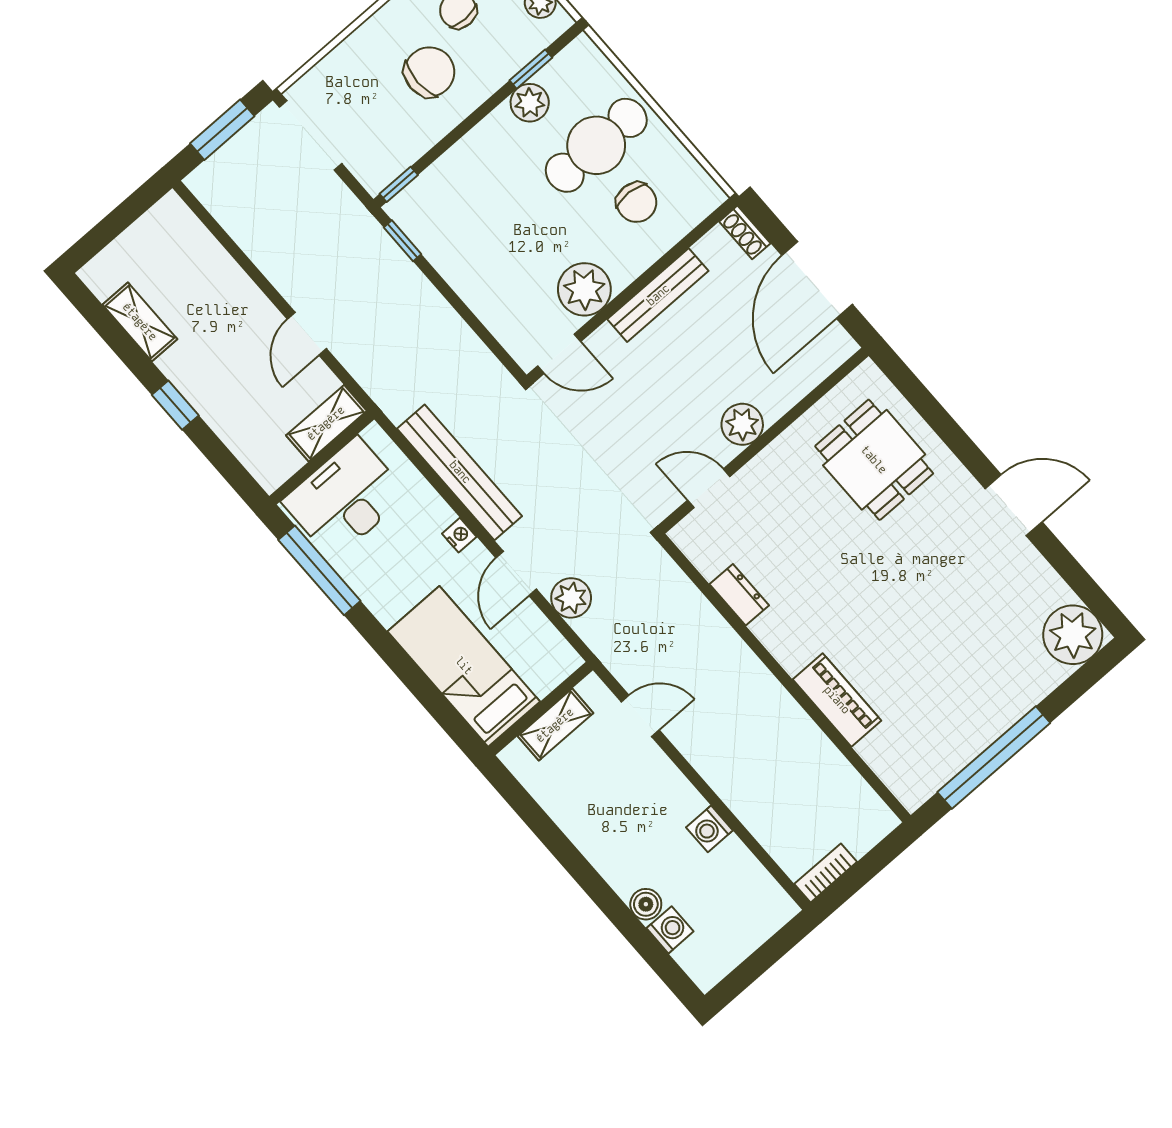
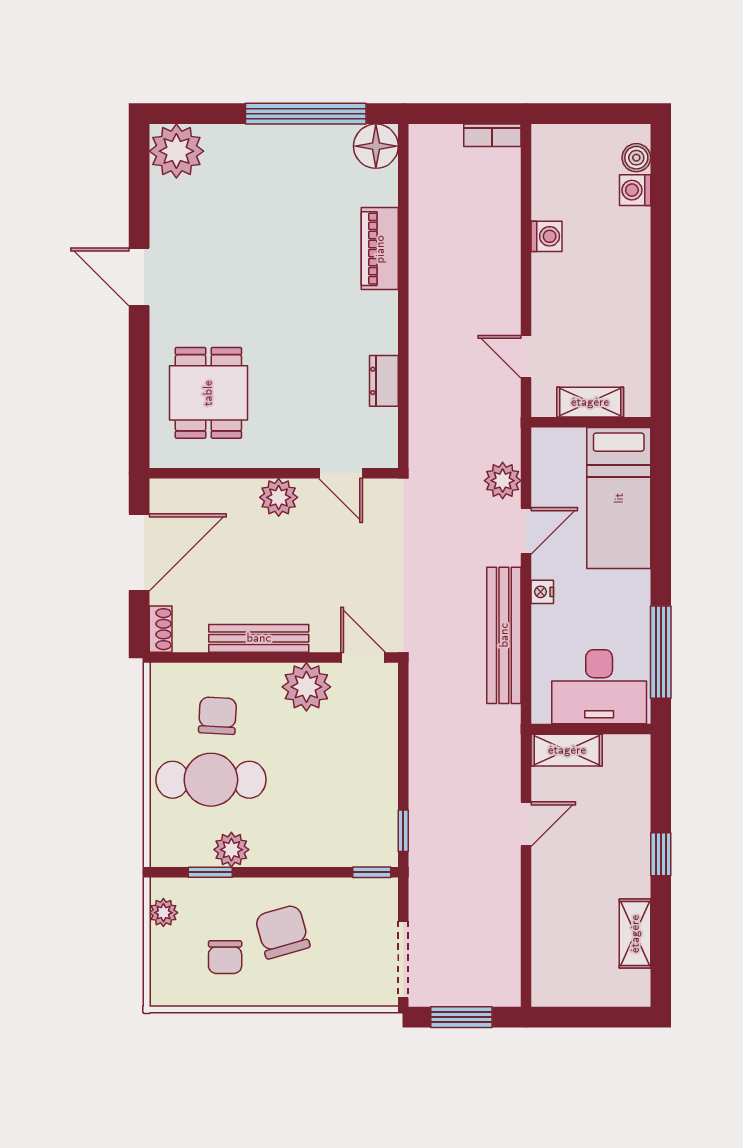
chair: (429, 72) -> (282, 932), turned 74
floor lamp: (913, 781) -> (376, 146), added
boiler: (646, 904) -> (636, 158), moved

